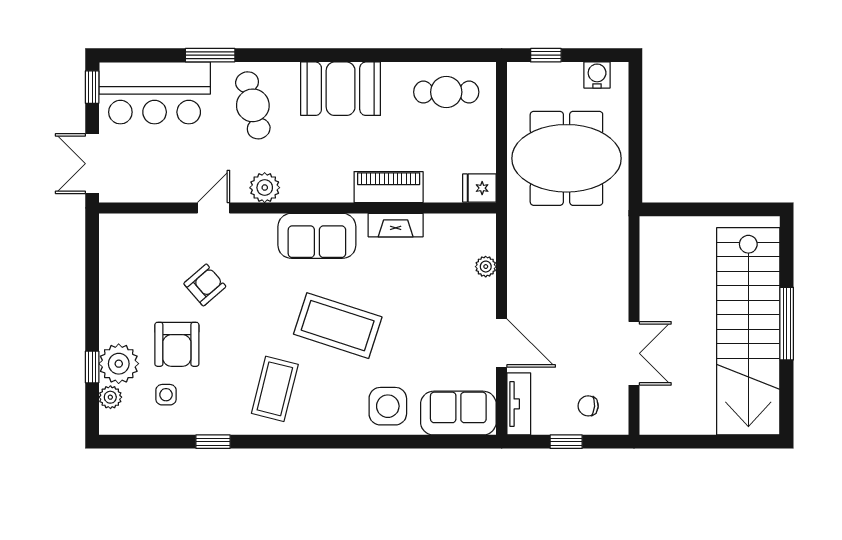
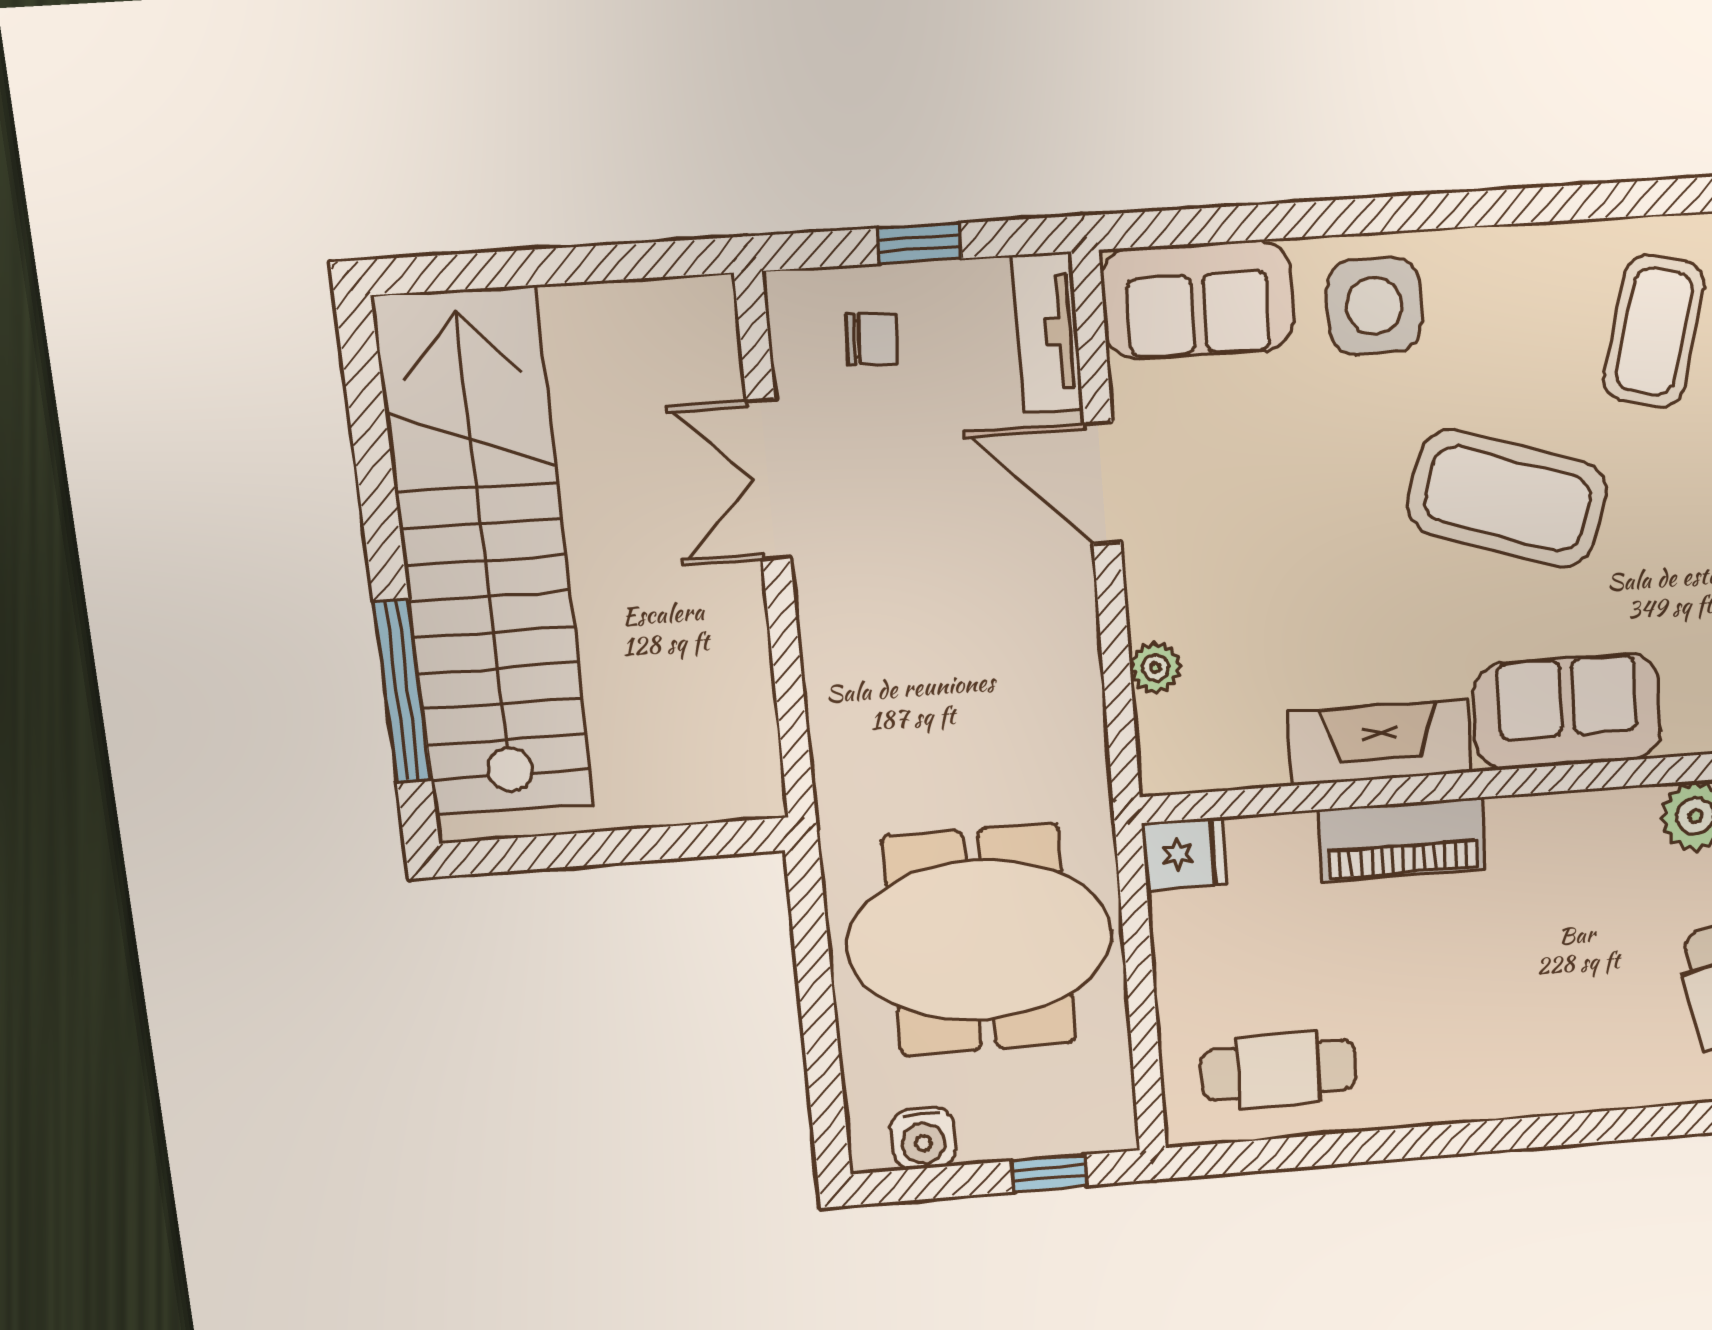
booth: (341, 89) -> (1527, 1057), removed
fireplace: (396, 225) -> (1380, 742), width x1.37, depth x1.32
window: (787, 324) -> (402, 691), moved

